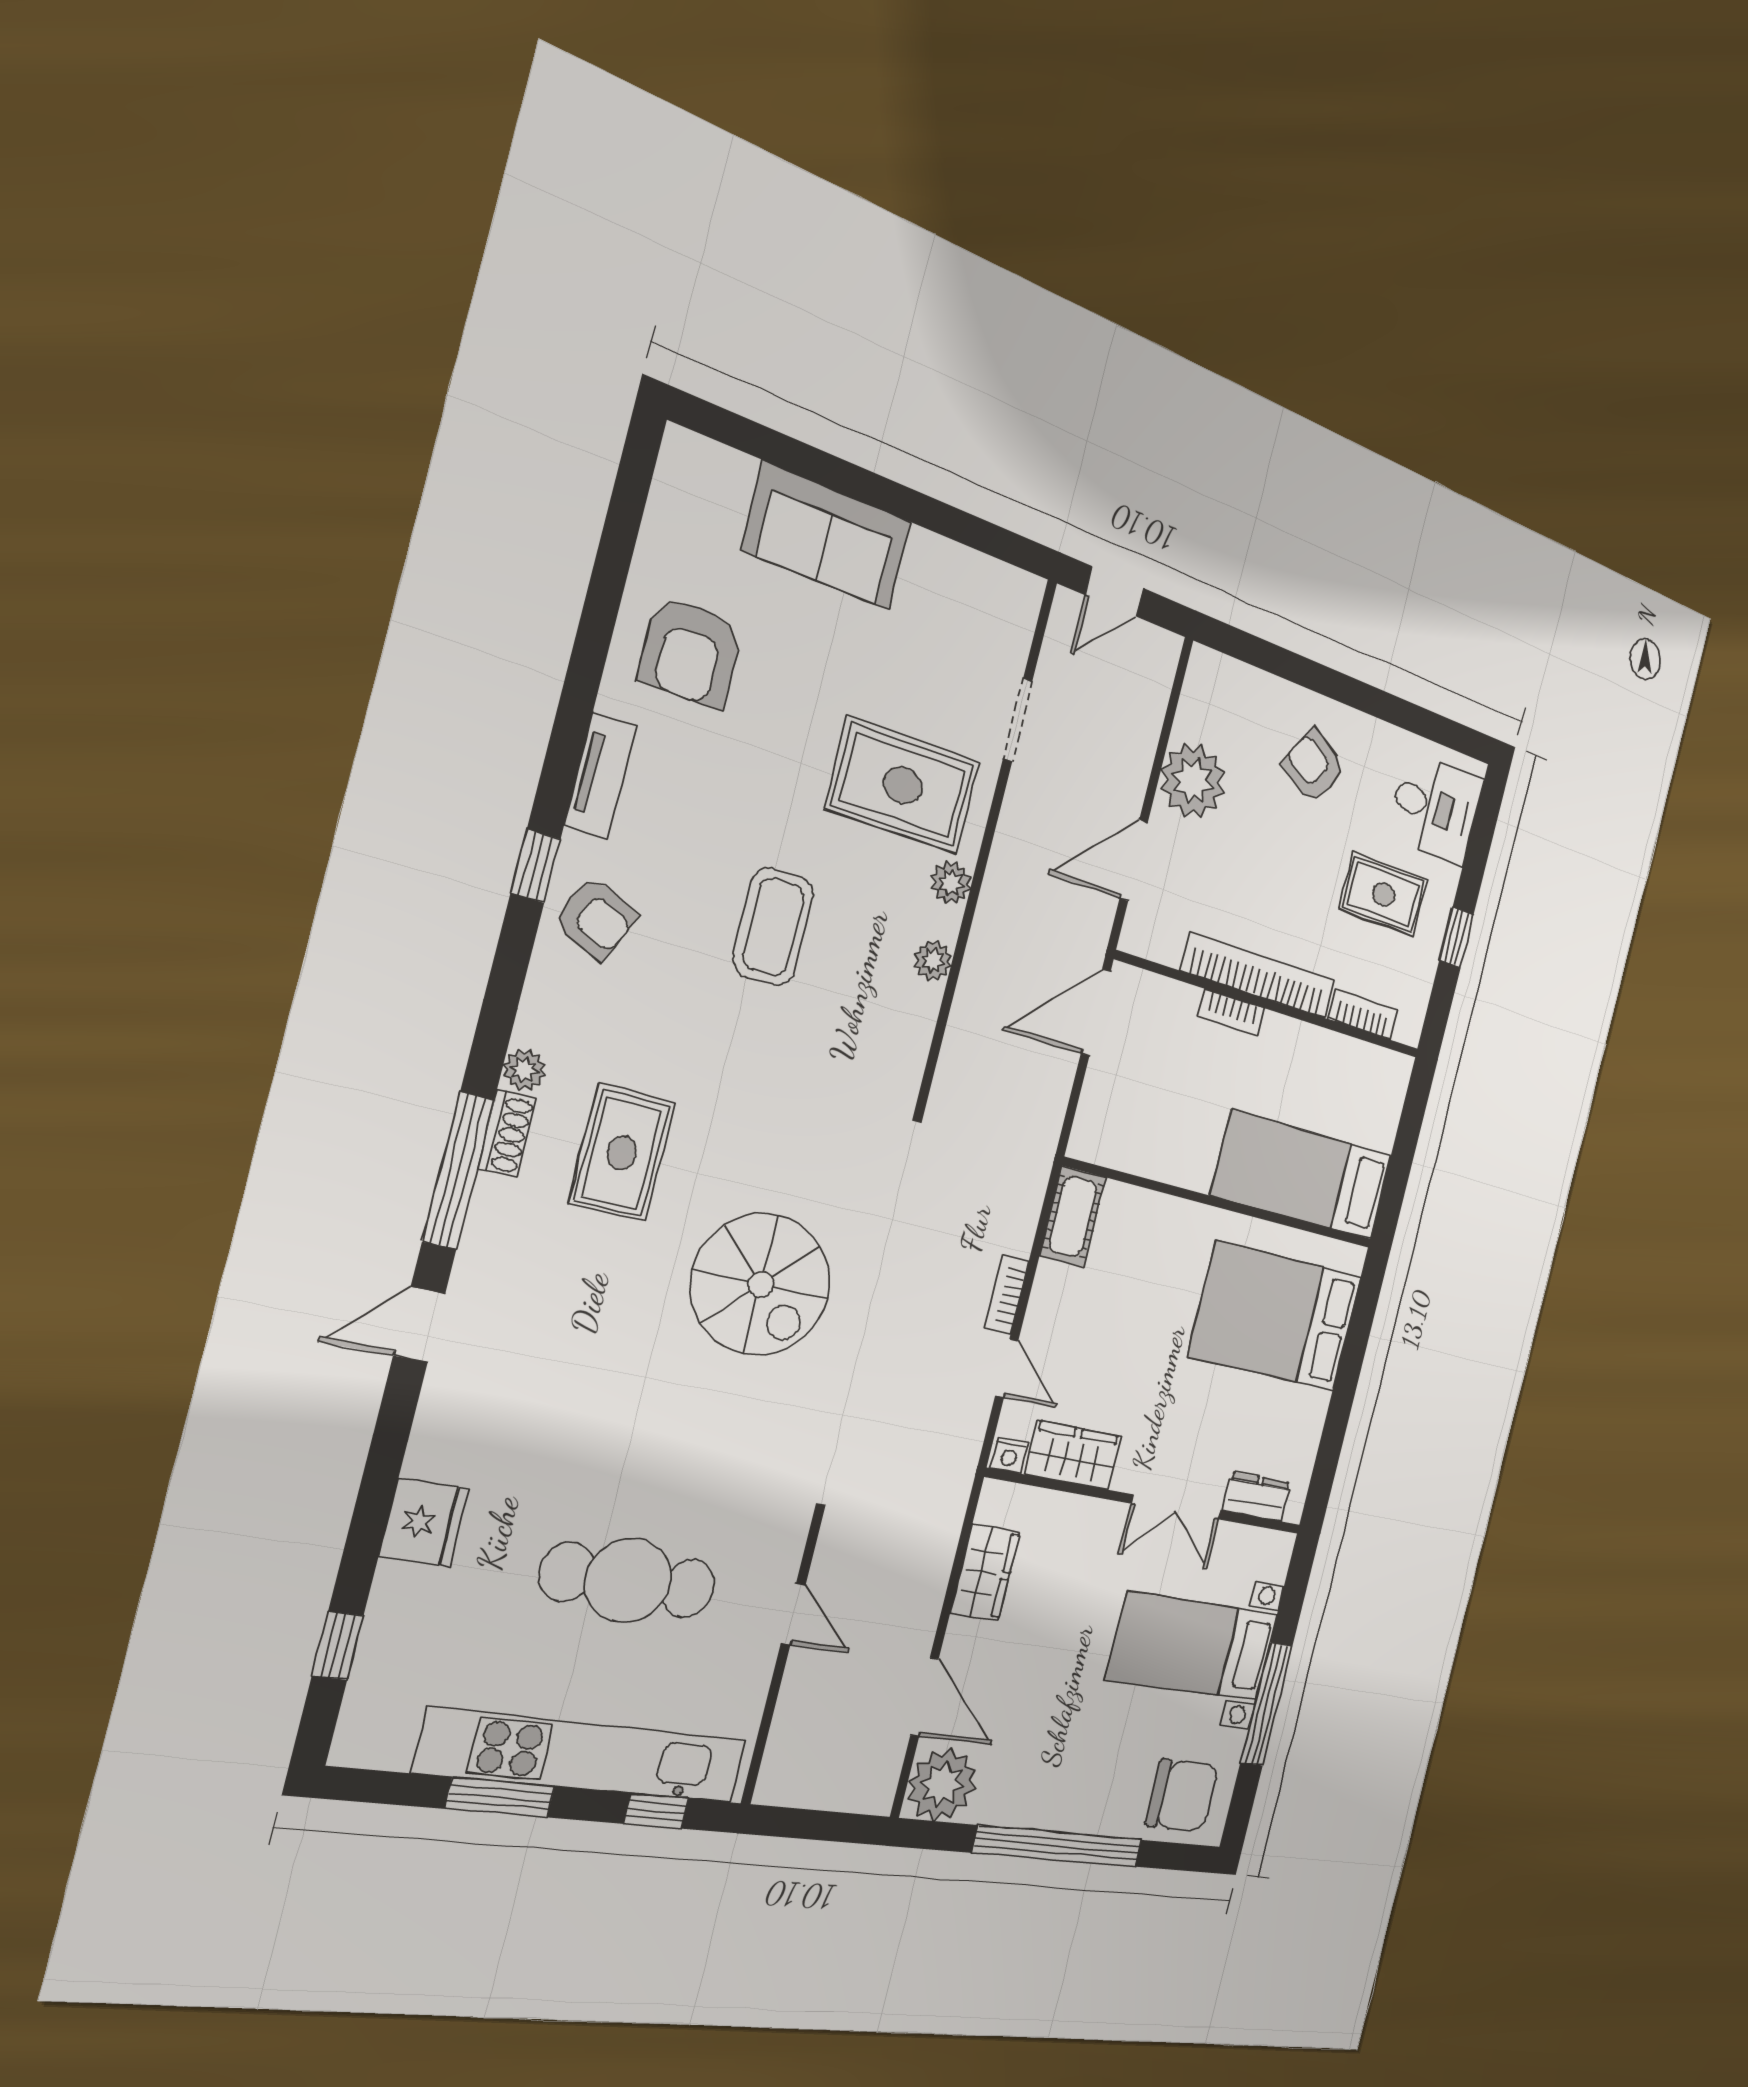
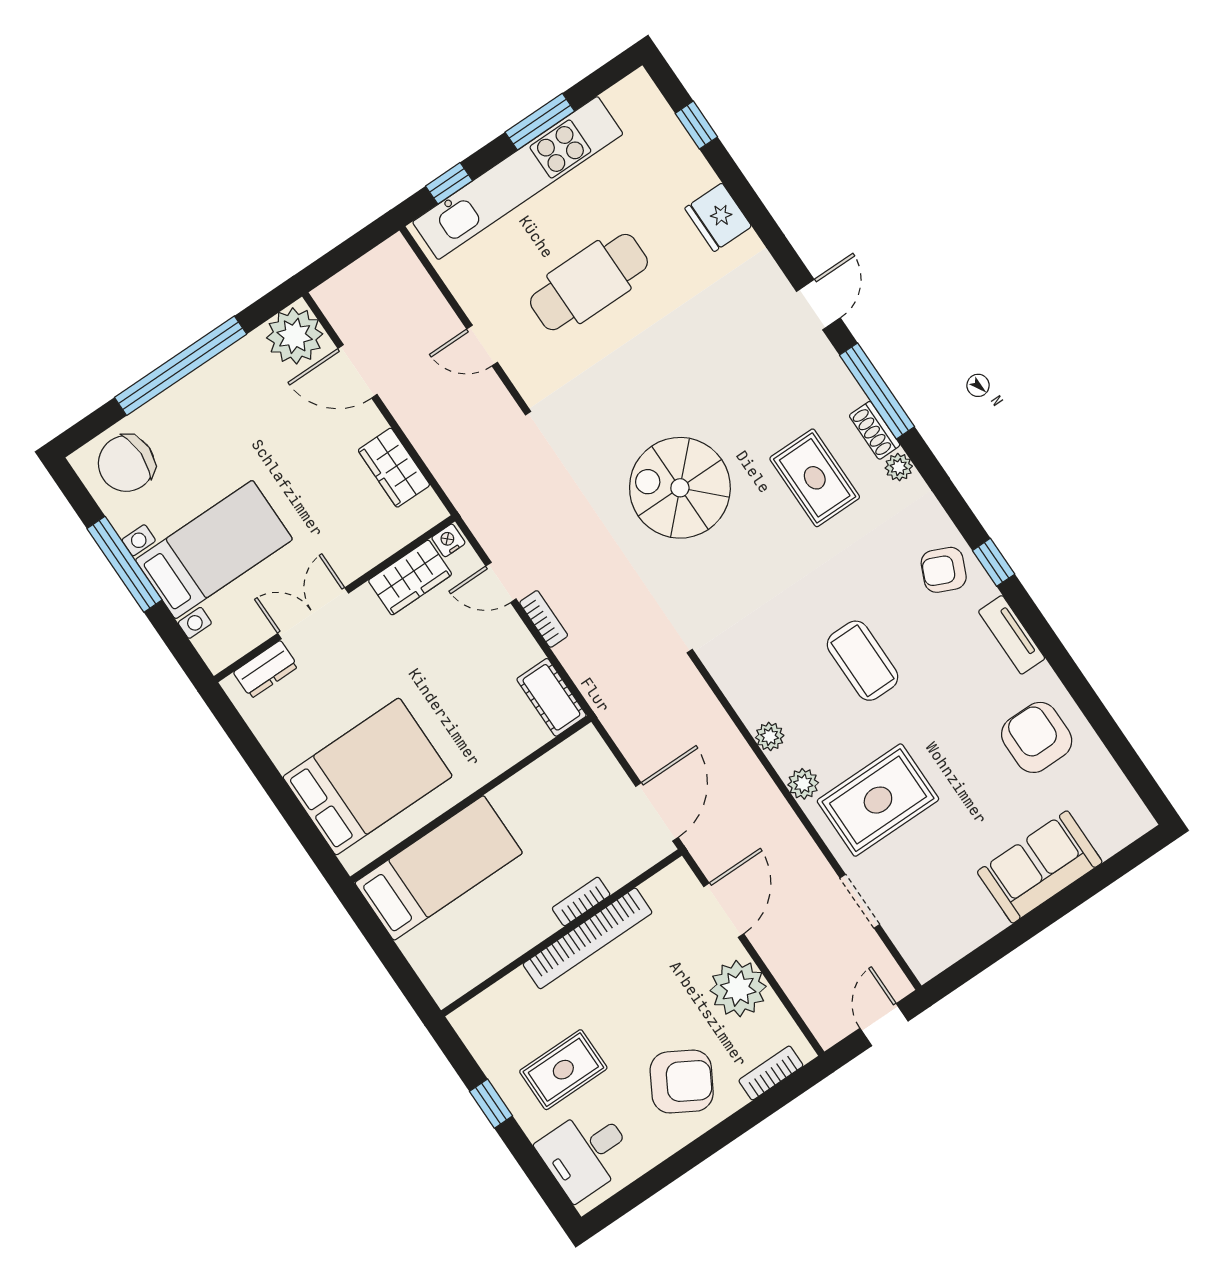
armchair: (1313, 766) -> (682, 1082), width x1.38, depth x1.38
bookcase: (1363, 1015) -> (771, 1073), moved, turned 180

